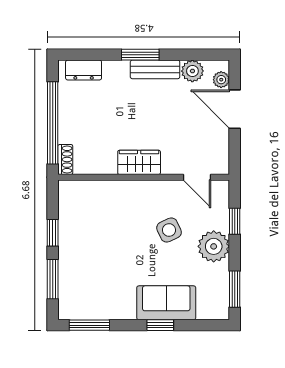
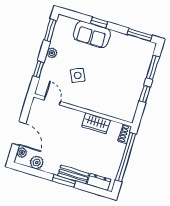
bench: (155, 69) -> (73, 175), moved
wardrobe: (139, 162) -> (96, 123), moved
plant: (214, 246) -> (52, 53), width x0.53, depth x0.53

